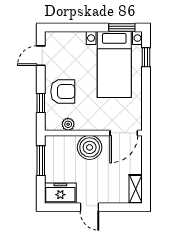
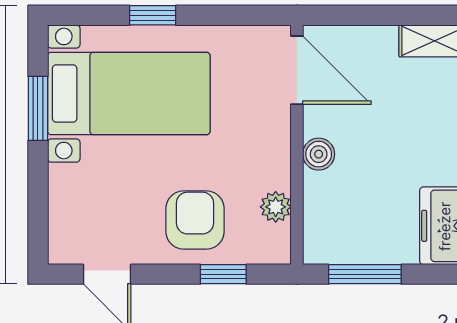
window: (122, 28) -> (38, 108), moved
window: (146, 57) -> (153, 15), moved
boiler: (90, 147) -> (319, 154), width x0.54, depth x0.54

